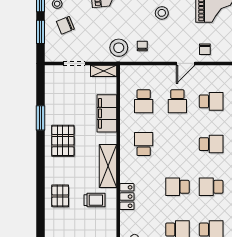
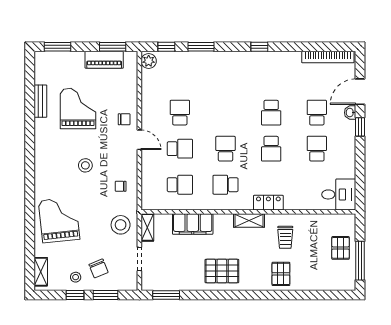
stool: (119, 48) -> (121, 225), moved
window: (40, 118) -> (166, 295), moved
school desk: (211, 144) -> (226, 149), moved
shelving: (108, 166) -> (249, 221), width x0.67, depth x0.75
pallet: (60, 196) -> (281, 274), turned 90
locker: (127, 197) -> (268, 203), moved
trolley: (94, 200) -> (285, 237), turned 180

